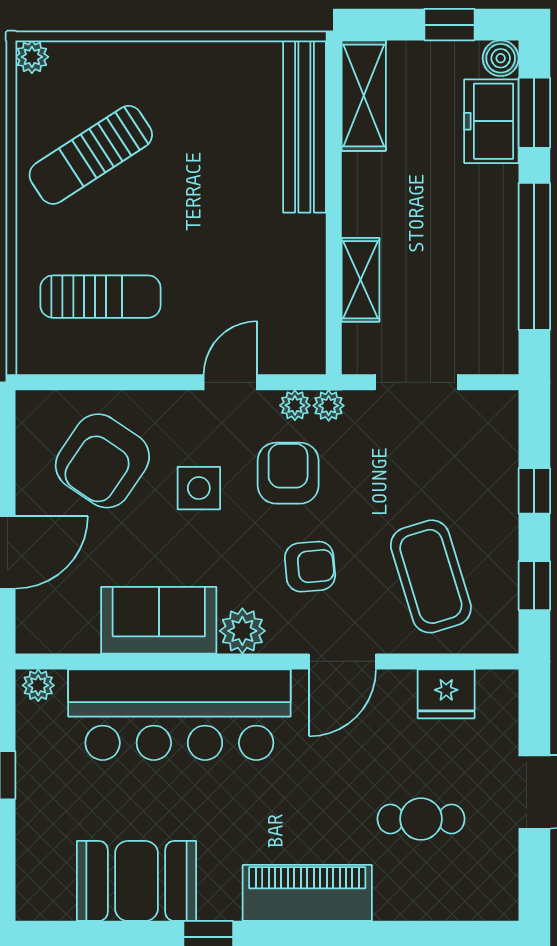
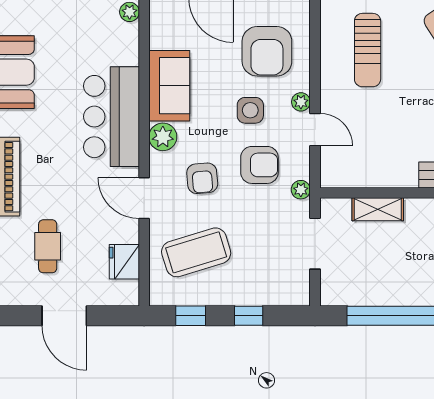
plant: (295, 405) -> (301, 102), moved
armchair: (102, 461) -> (267, 51), turned -124
bar counter: (179, 715) -> (112, 117), width x0.73

